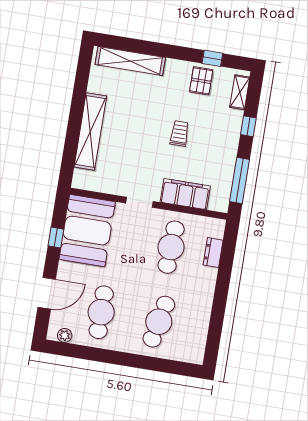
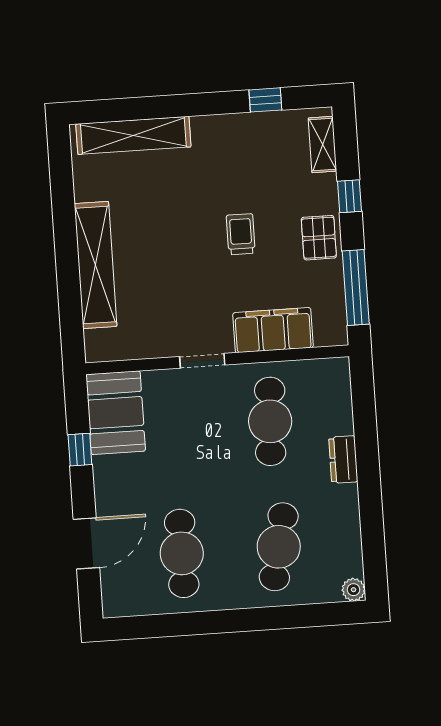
pallet: (201, 81) -> (319, 238), moved
booth: (87, 231) -> (116, 413), width x0.73, depth x0.70
dresser: (213, 253) -> (343, 460), moved
plant: (65, 335) -> (354, 590), moved

